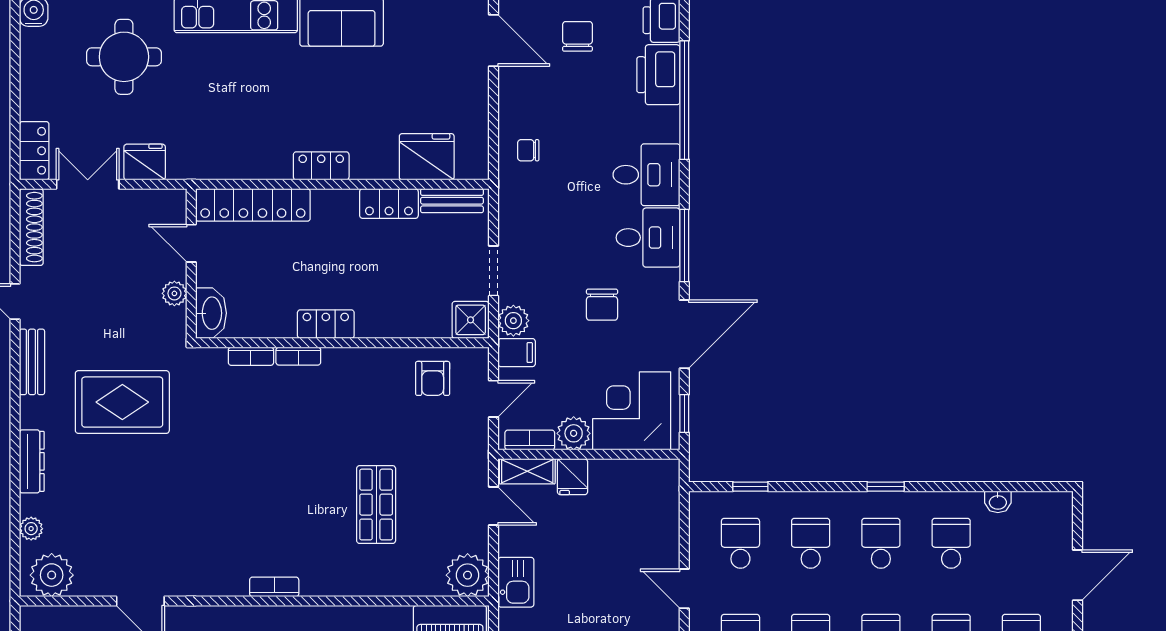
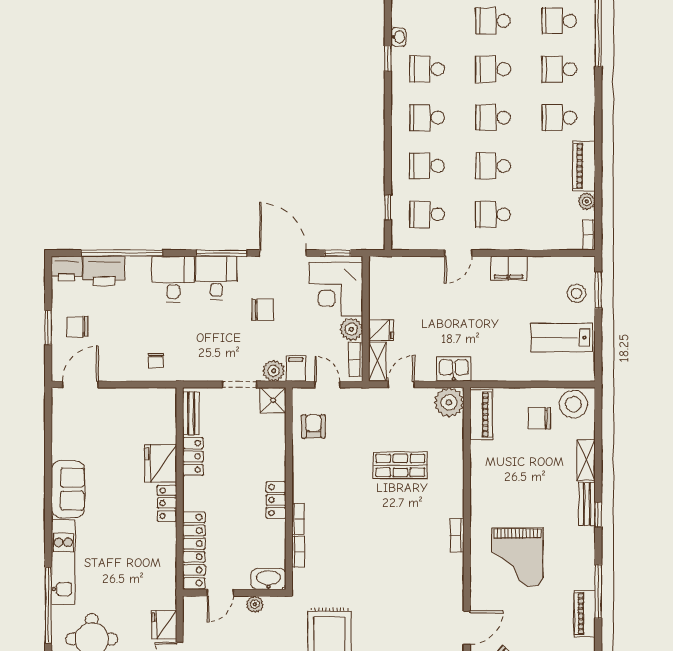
fridge: (427, 157) -> (161, 464), moved
armchair: (433, 378) -> (313, 426), turned -90
window: (886, 487) -> (388, 58), moved

